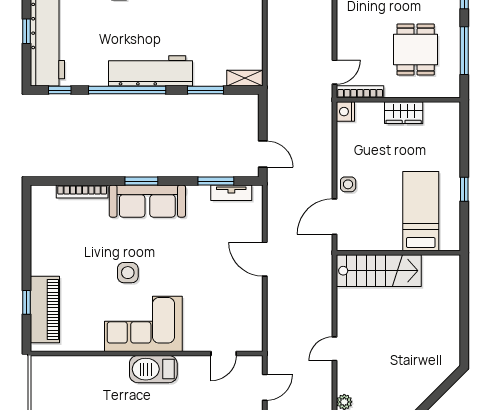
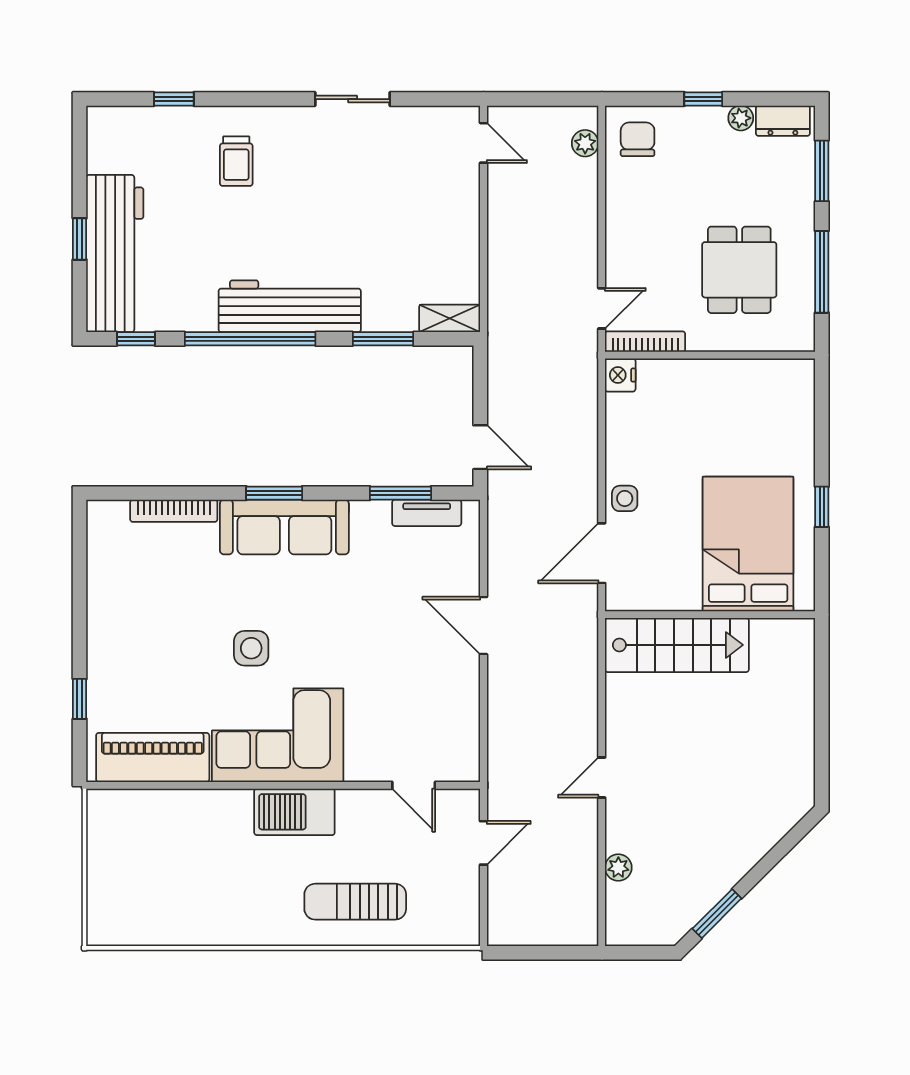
wardrobe: (404, 113) -> (719, 377), removed
bed: (421, 211) -> (748, 544), width x1.50
piano: (45, 310) -> (153, 757), moved, turned -90
door: (224, 353) -> (414, 785), hinge flipped

